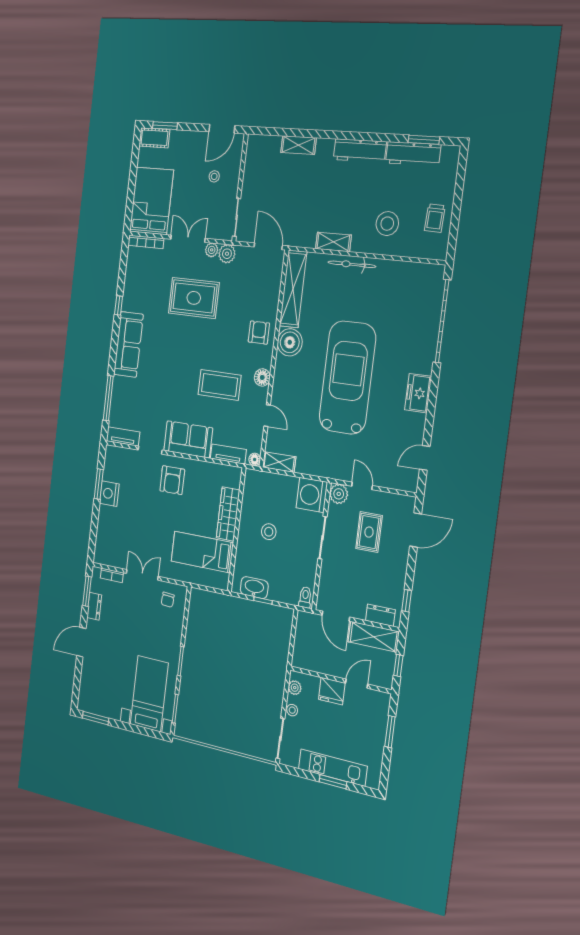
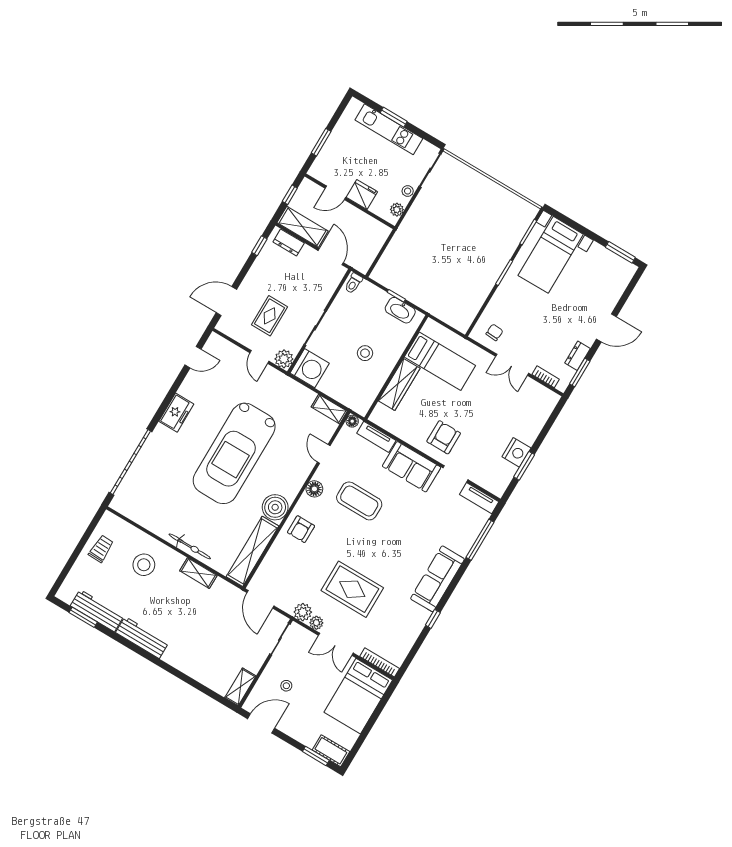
shelving: (299, 145) -> (240, 687), moved, turned 90

